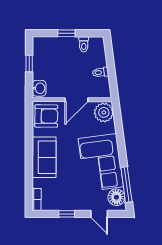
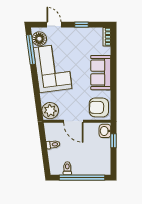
window: (66, 33) -> (82, 178), width x3.17
window: (29, 64) -> (114, 141), moved
door: (76, 100) -> (73, 121), swing flipped

